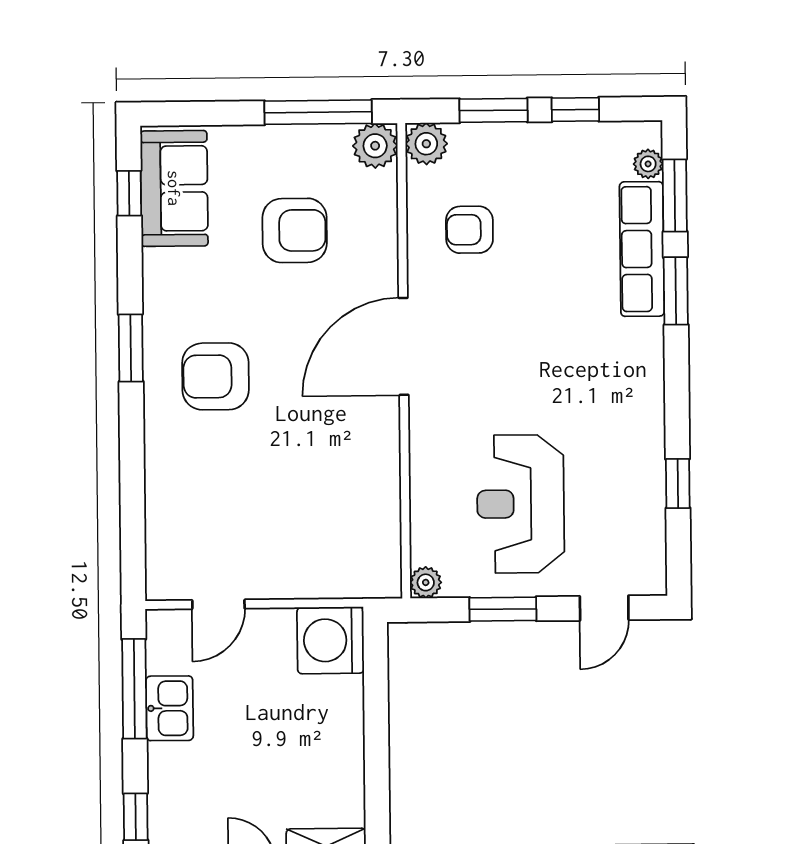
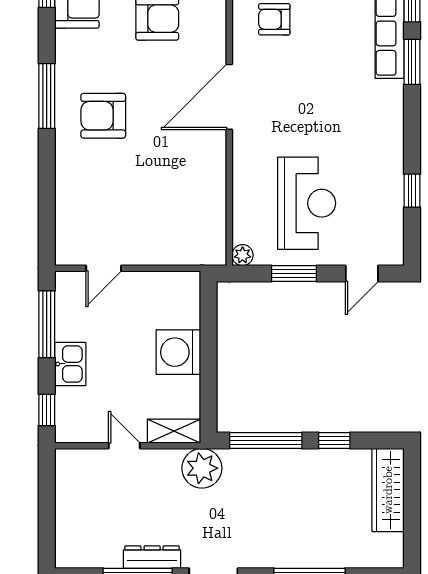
window: (131, 348) -> (47, 96), width x1.44
reception desk: (521, 504) -> (307, 203), turned 180
washing machine: (331, 640) -> (178, 352), moved
kitchen sink: (170, 708) -> (70, 364), moved

